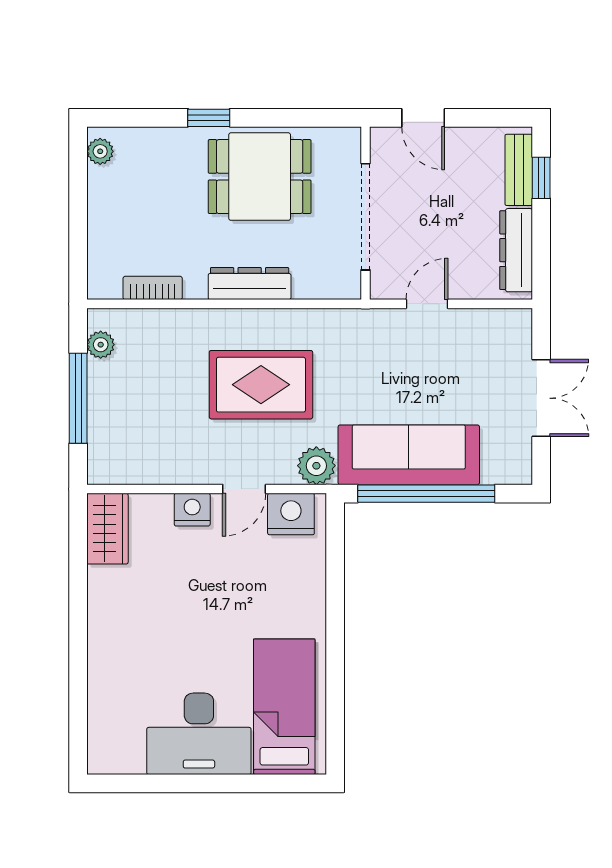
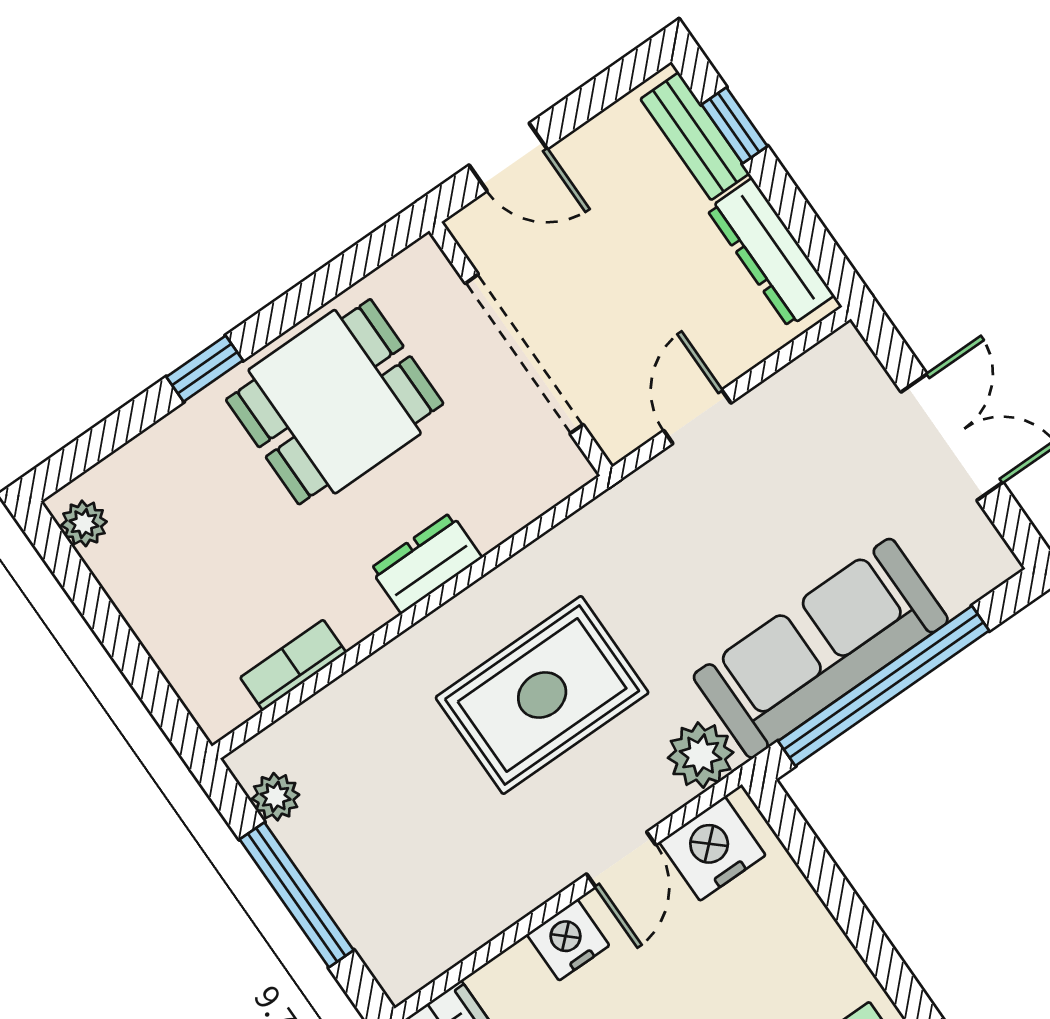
dresser: (250, 284) -> (426, 563), width x0.70

